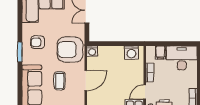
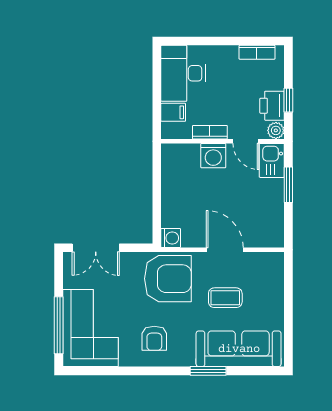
armchair: (70, 50) -> (168, 279), turned -90
window: (20, 52) -> (208, 371), moved
washing machine: (132, 53) -> (213, 156), moved, turned 90

